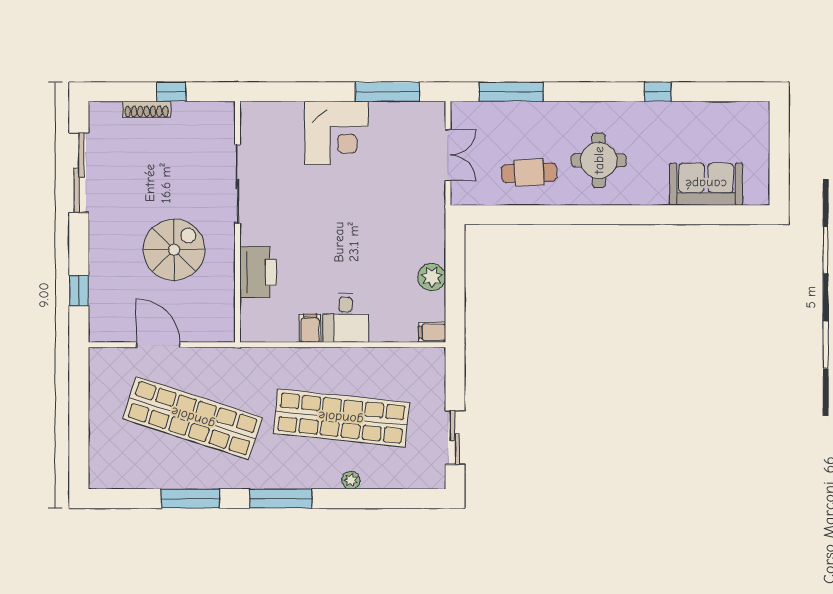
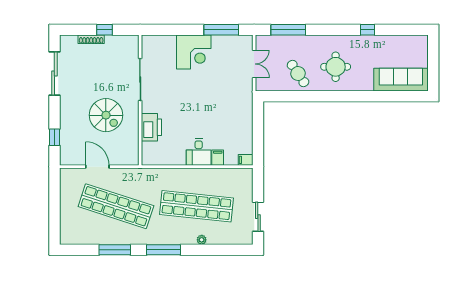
cafe table: (529, 173) -> (298, 74), turned 58
sofa: (706, 184) -> (401, 80), width x1.36
spiral stairs: (174, 250) -> (106, 115), turned 90
plant: (432, 277) -> (245, 130), removed
filing cabinet: (310, 328) -> (218, 158), moved

